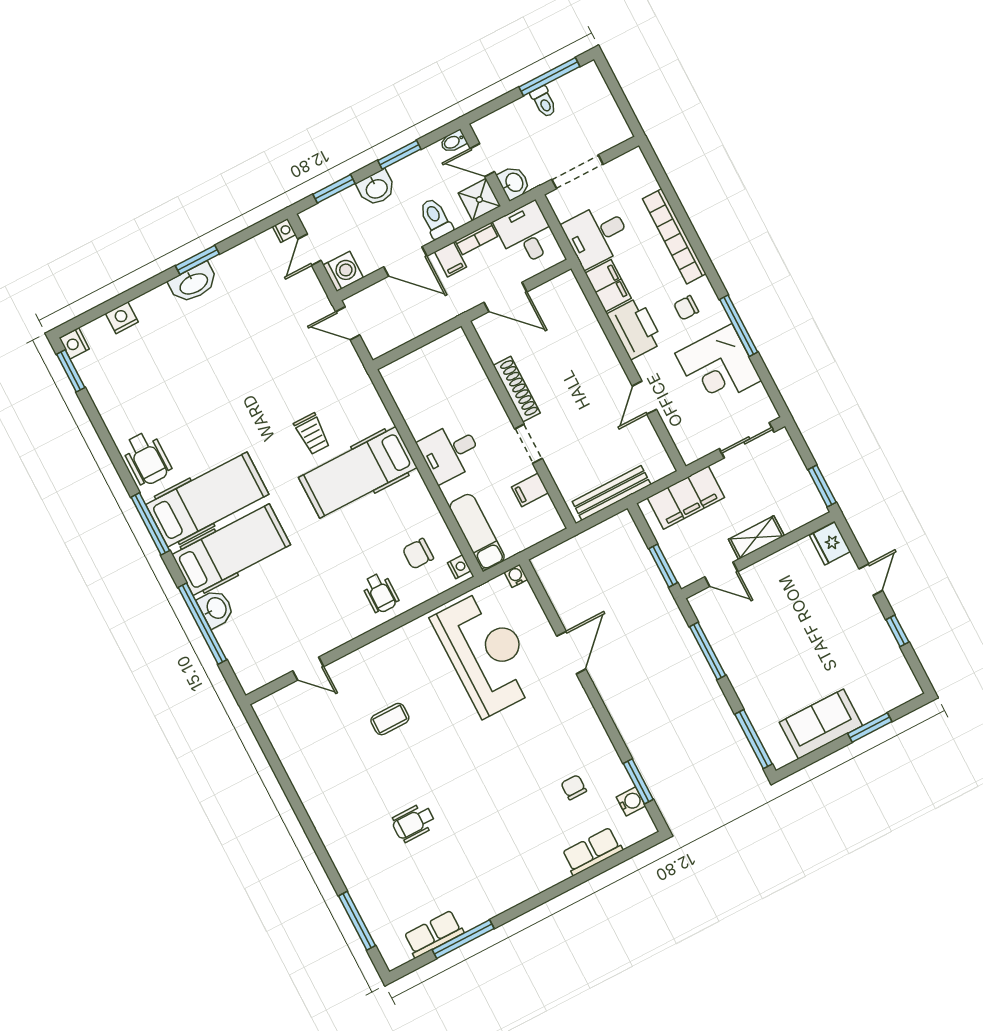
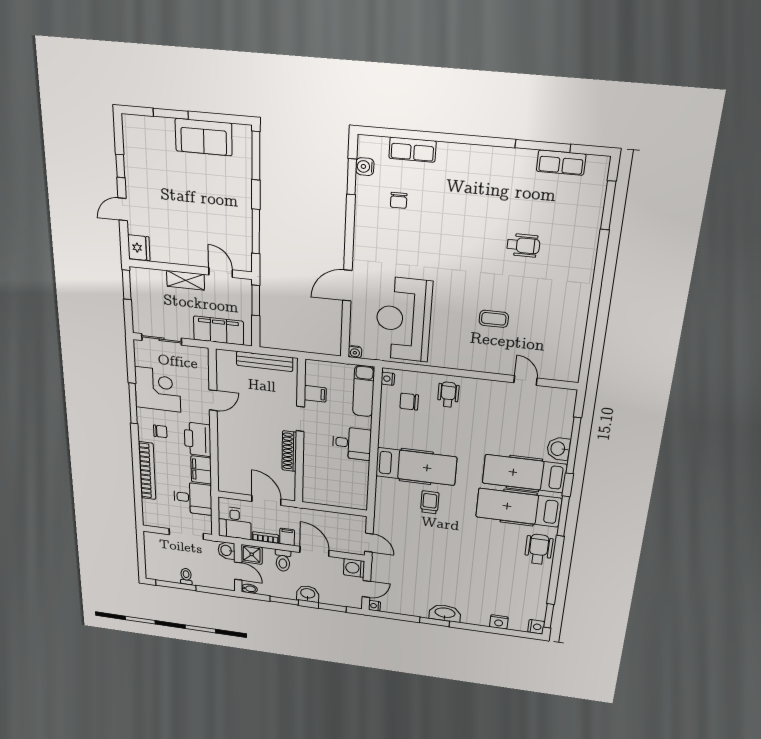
chair: (418, 554) -> (409, 402), turned 180

